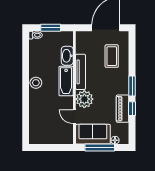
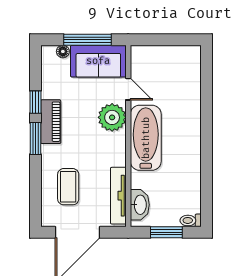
washbasin: (67, 56) -> (140, 205), moved
tv unit: (81, 72) -> (118, 196), moved
bathtub: (66, 81) -> (146, 138), width x1.36, depth x1.36
stool: (36, 83) -> (190, 144), removed
piano: (123, 109) -> (51, 122), moved

